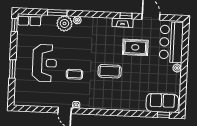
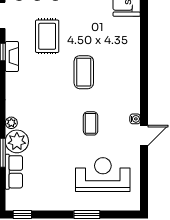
row of seats: (29, 20) -> (14, 172), moved
reception desk: (45, 63) -> (103, 175), moved

